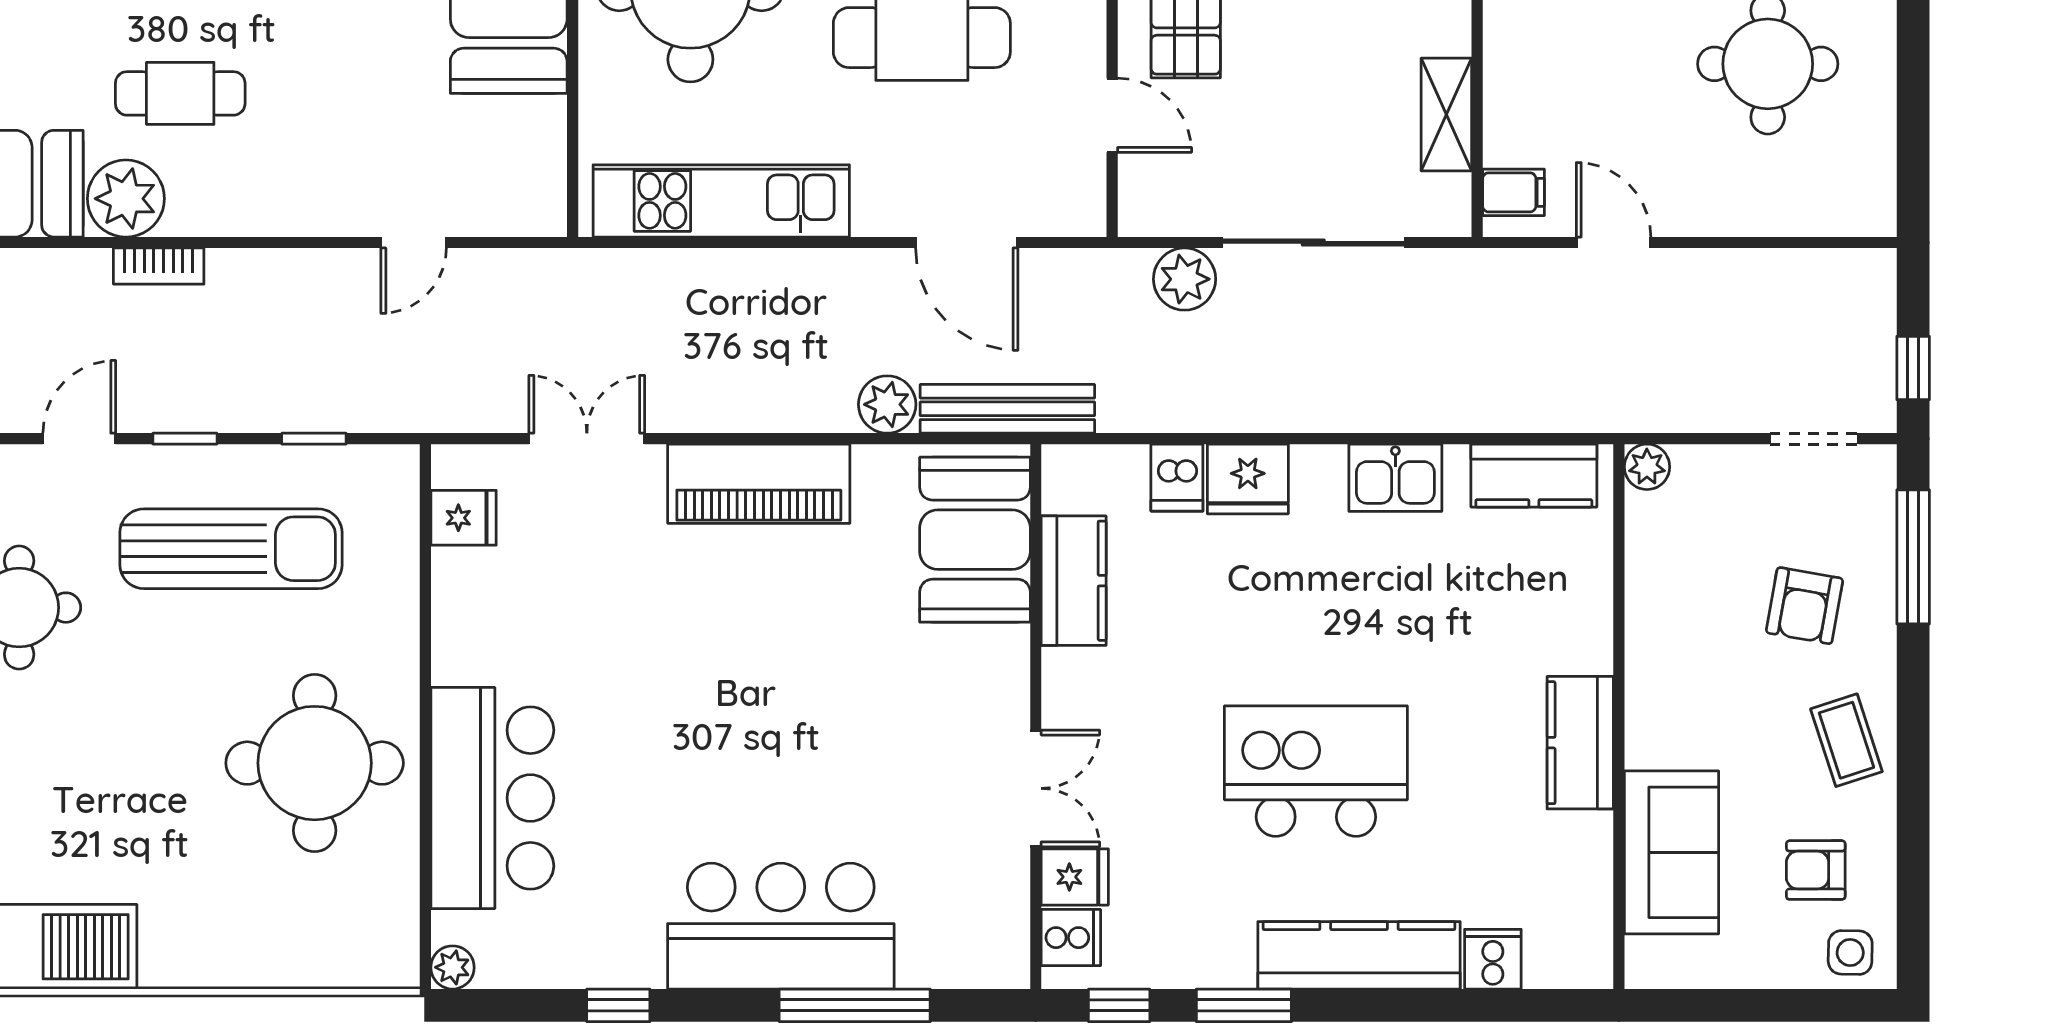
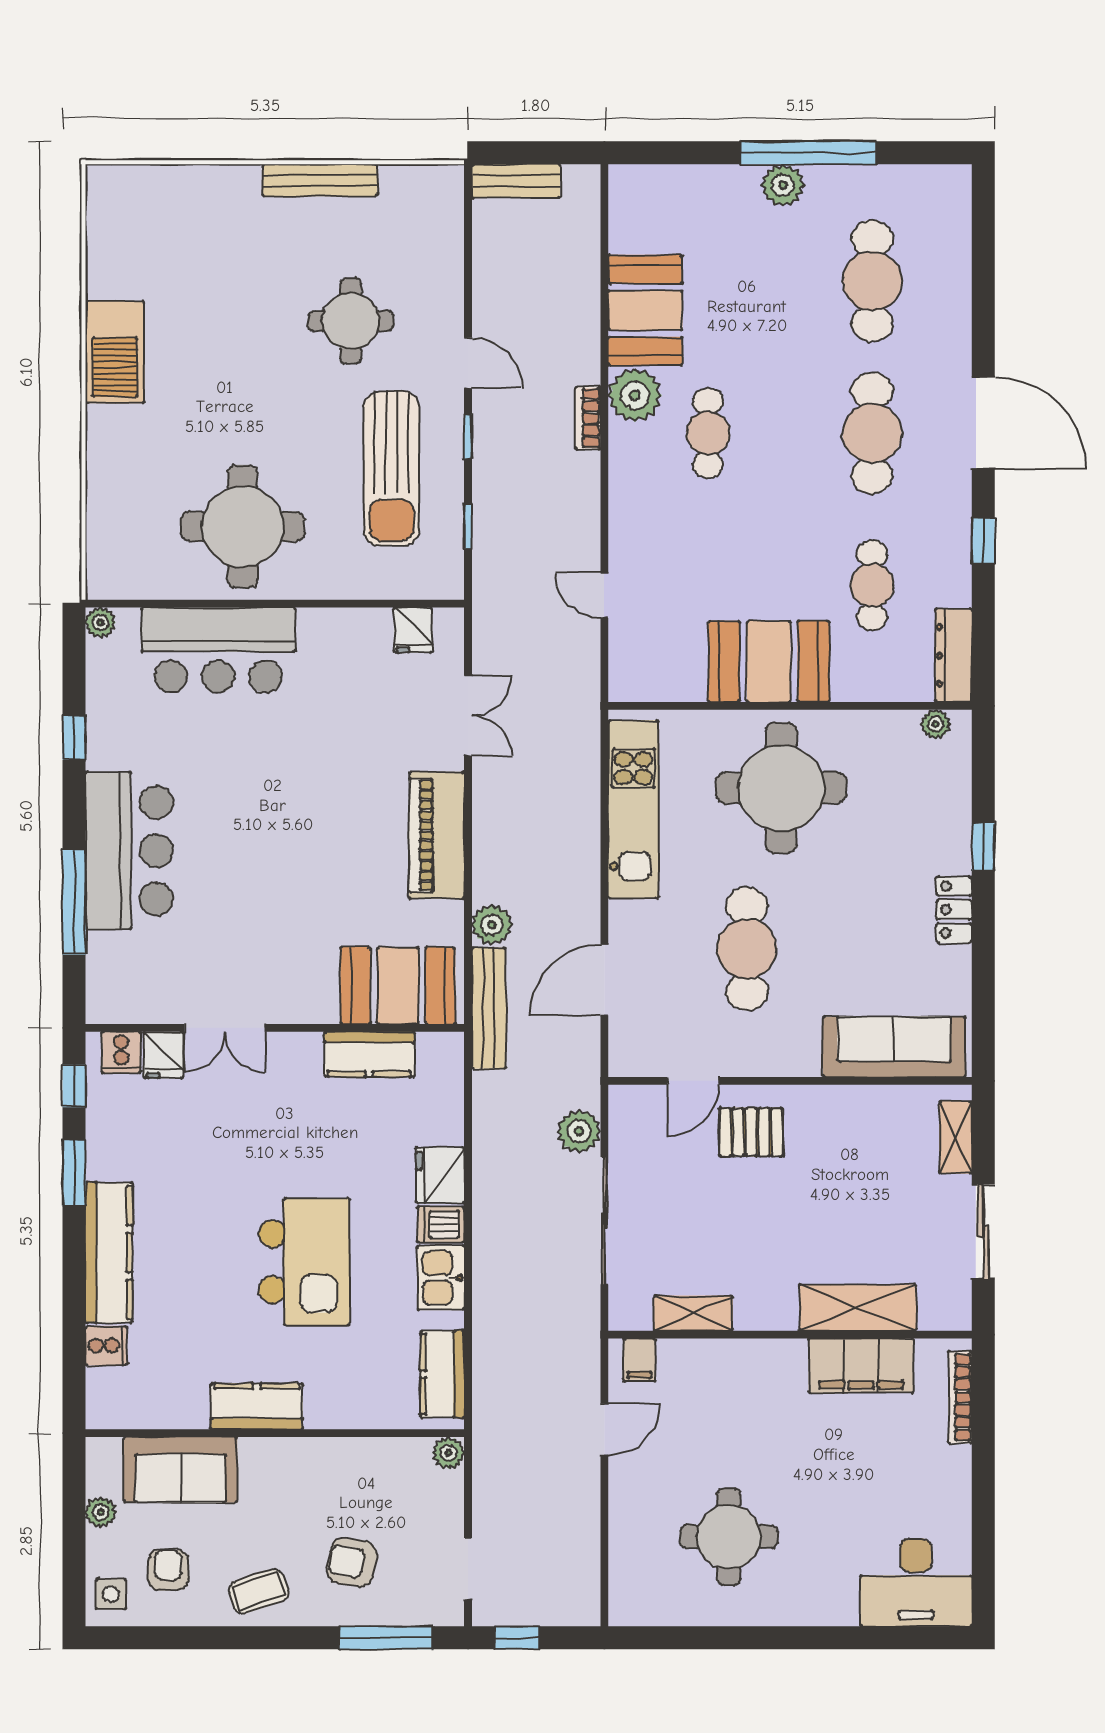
dishwasher: (1177, 478) -> (441, 1224), moved
kitchen island: (1316, 771) -> (304, 1262), moved
plant: (1732, 967) -> (101, 1512), added

